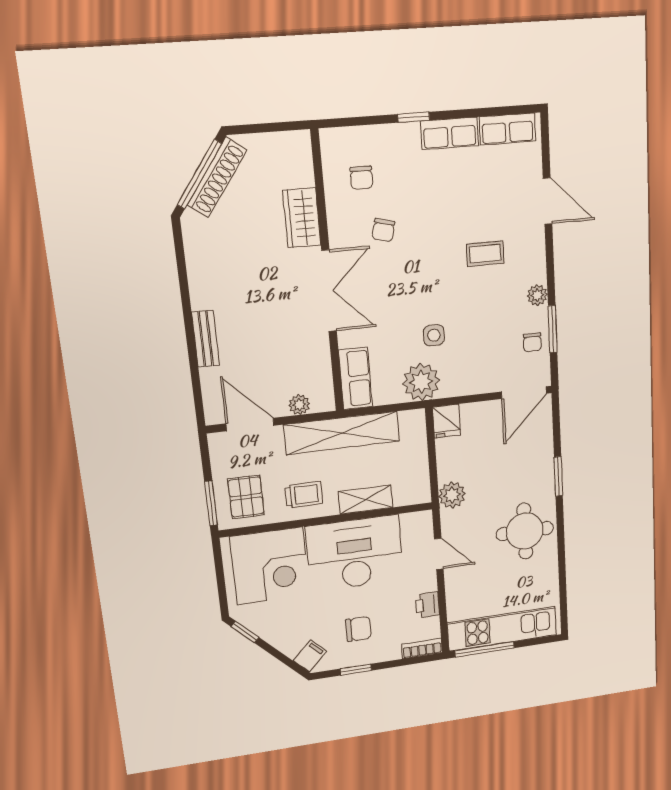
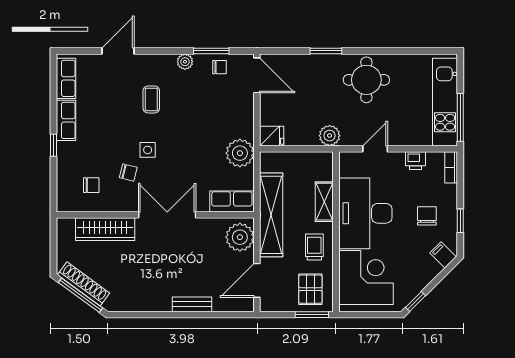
wardrobe: (302, 218) -> (105, 229), width x1.50
side table: (434, 335) -> (148, 150), moved
plant: (299, 405) -> (240, 237), width x1.88, depth x1.88
pallet: (246, 497) -> (310, 289), turned 90

